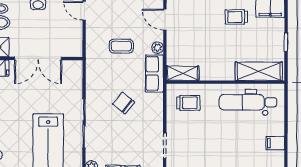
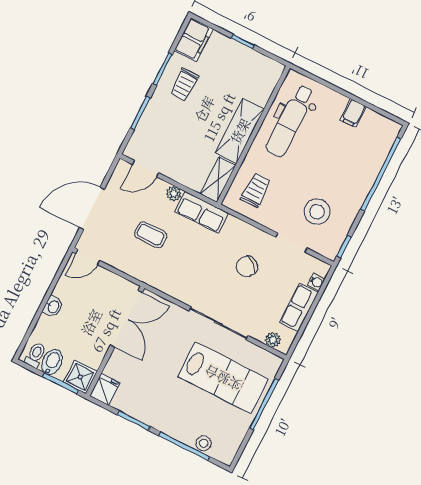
coffee table: (121, 46) -> (151, 235), turned 90
double door: (38, 59) -> (126, 319), moved
shelving: (259, 71) -> (240, 131), moved
chair: (124, 103) -> (247, 266), moved
stool: (195, 152) -> (317, 212), added

